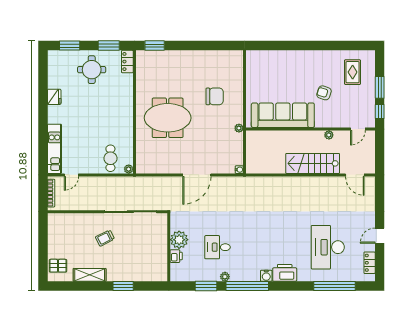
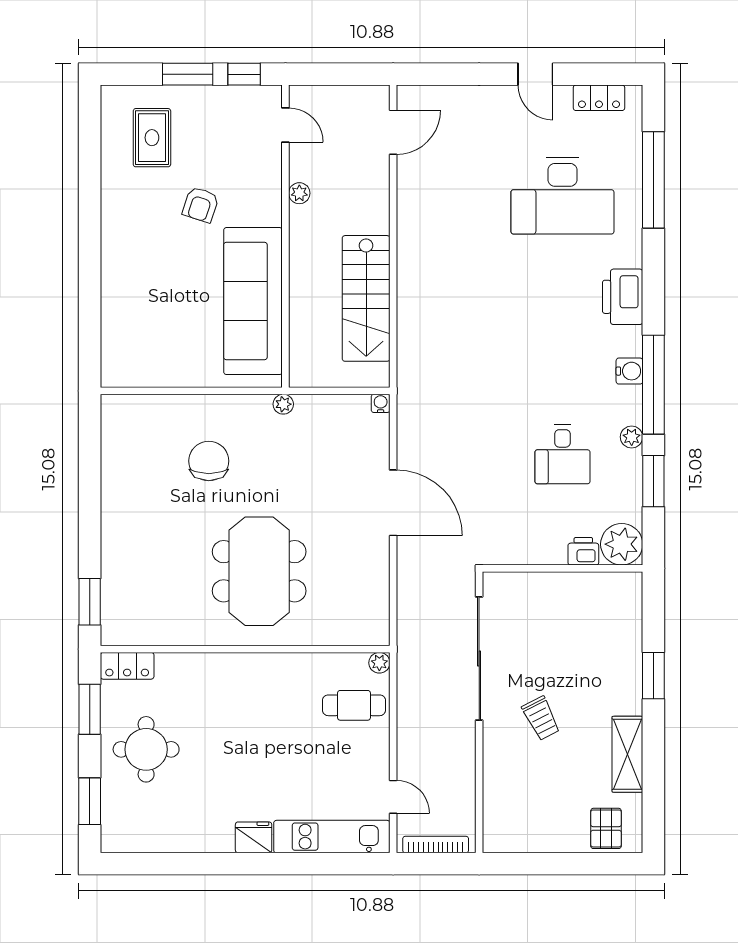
rug: (353, 72) -> (152, 138), turned 90
fridge: (54, 97) -> (254, 837), moved
stairs: (313, 163) -> (366, 298), moved
plant: (179, 240) -> (622, 544), moved
water cooler: (266, 276) -> (629, 371), moved

